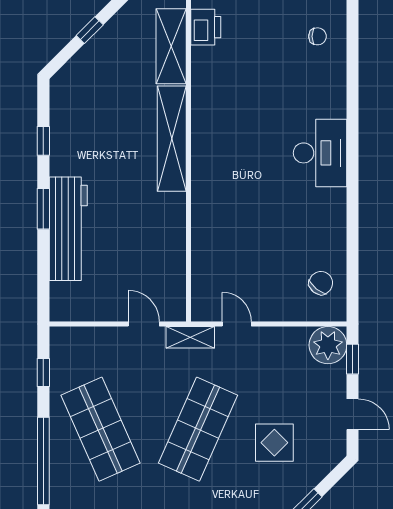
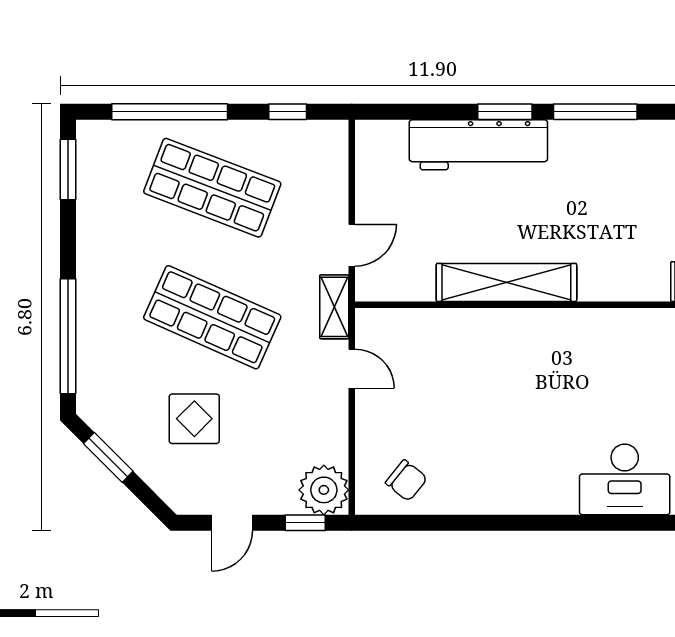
shelving: (172, 139) -> (506, 282), moved
window: (43, 141) -> (595, 112), width x2.17
desk: (320, 153) -> (625, 479), moved
door: (237, 324) -> (352, 369), hinge flipped
shop shelf: (101, 429) -> (212, 188), turned 45

